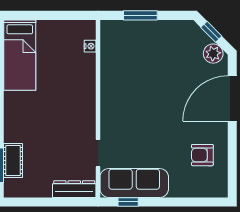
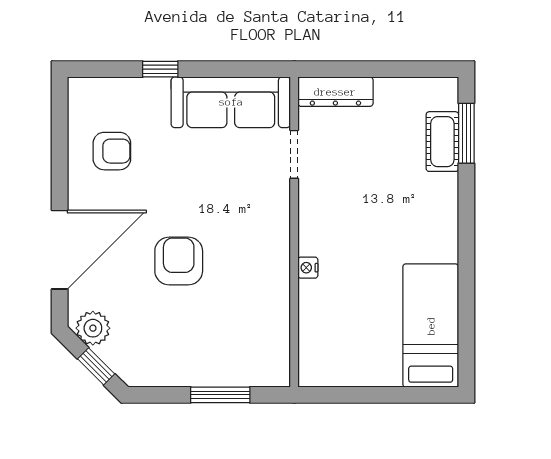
nightstand: (90, 46) -> (308, 268), moved
armchair: (164, 92) -> (179, 261), added
window: (128, 202) -> (160, 69), moved

